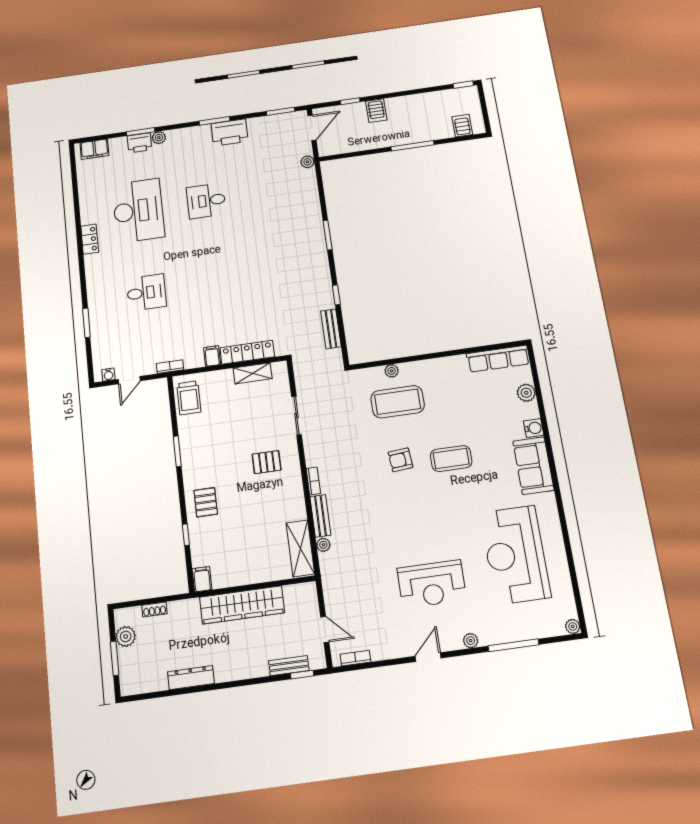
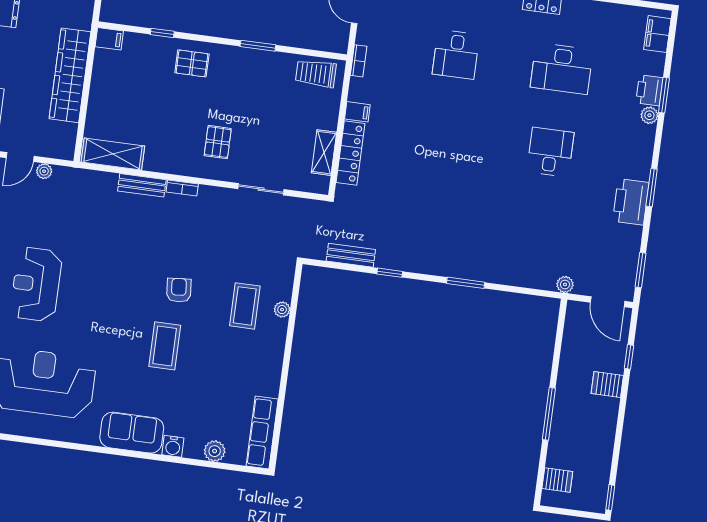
desk: (138, 211) -> (562, 69), width x0.73, depth x0.77
coffee table: (398, 402) -> (245, 306), width x0.73, depth x0.76
plant: (323, 545) -> (44, 171), moved

